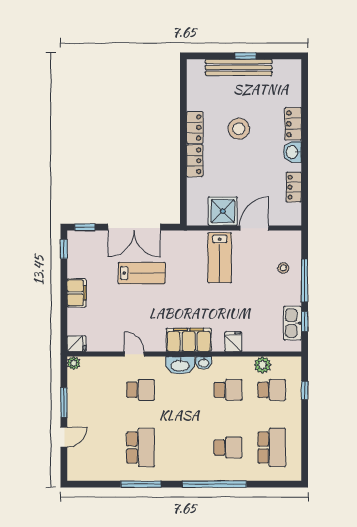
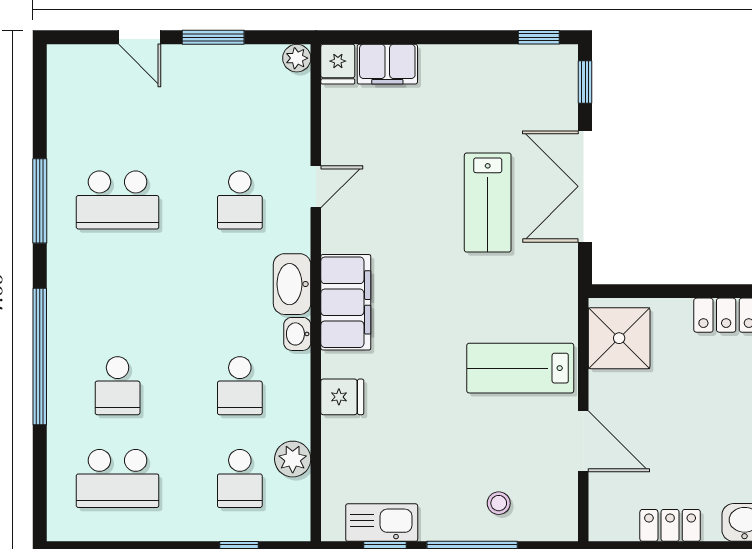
shower: (223, 211) -> (619, 338), moved
filing cabinet: (76, 293) -> (387, 64), moved

